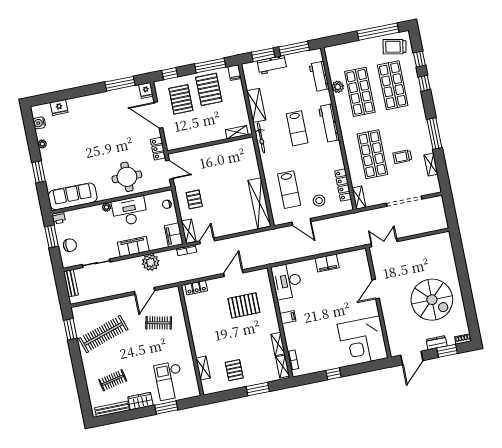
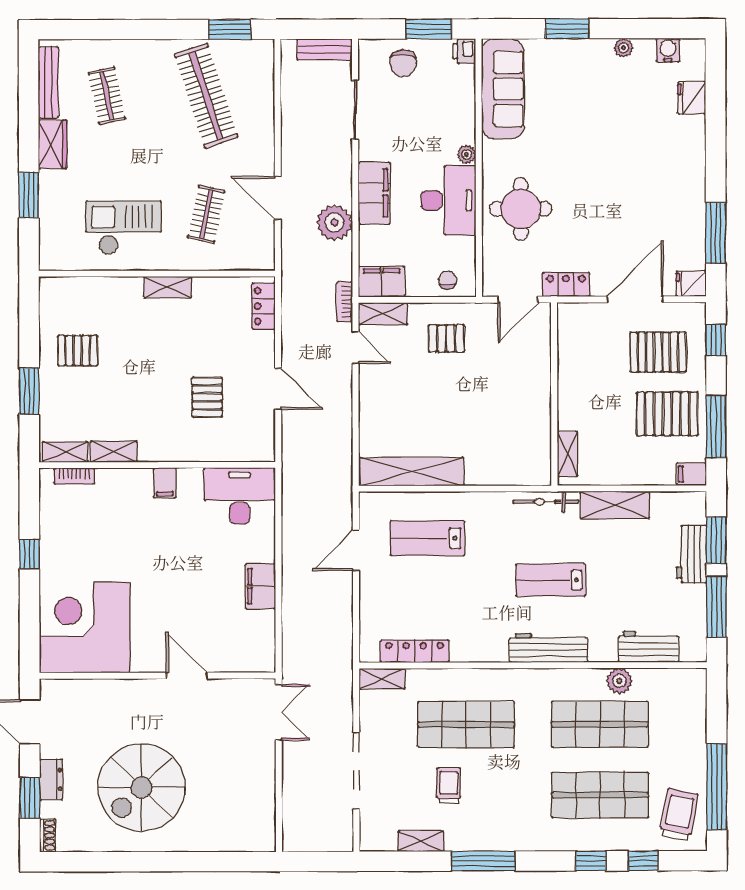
stool: (319, 201) -> (393, 595), removed
pallet: (244, 305) -> (207, 397), width x0.67, depth x0.71
shelving: (203, 368) -> (168, 287), moved
checkout: (170, 381) -> (124, 228), moved

